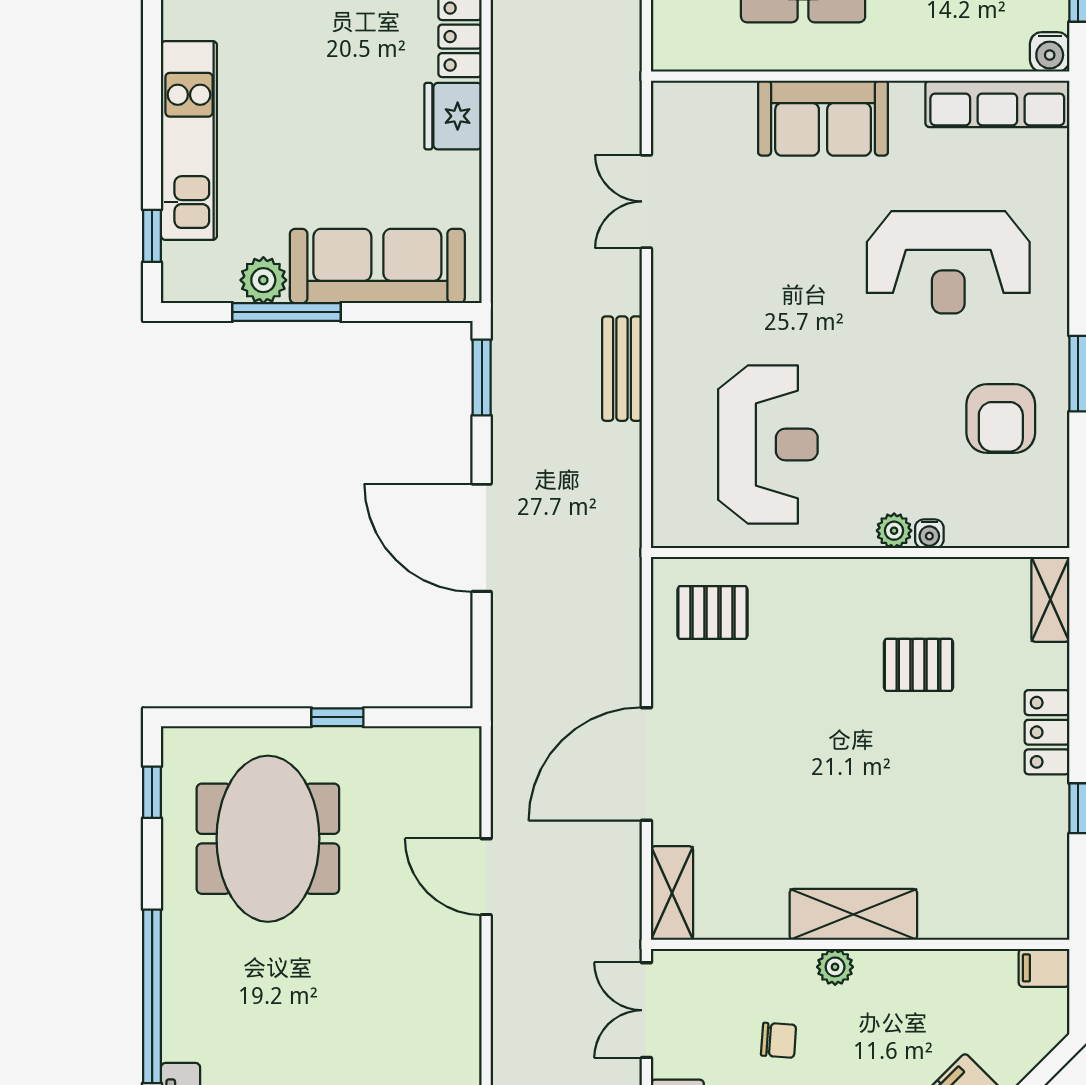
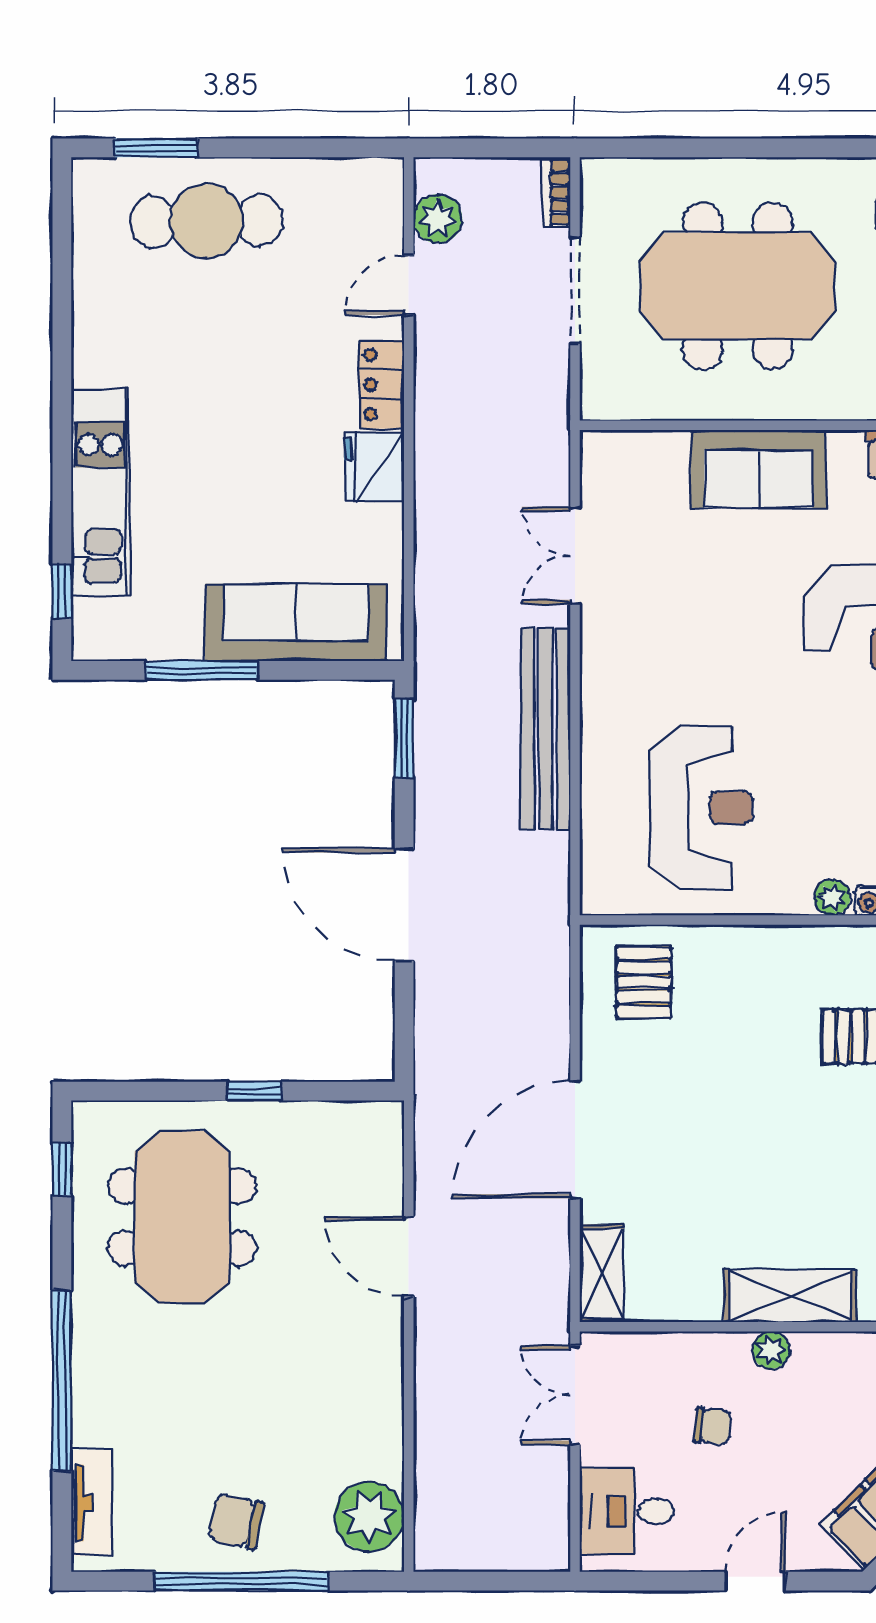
plant: (263, 280) -> (177, 637), removed
bench: (622, 369) -> (545, 729), width x1.86, depth x1.21
pallet: (712, 613) -> (644, 982), turned 90

